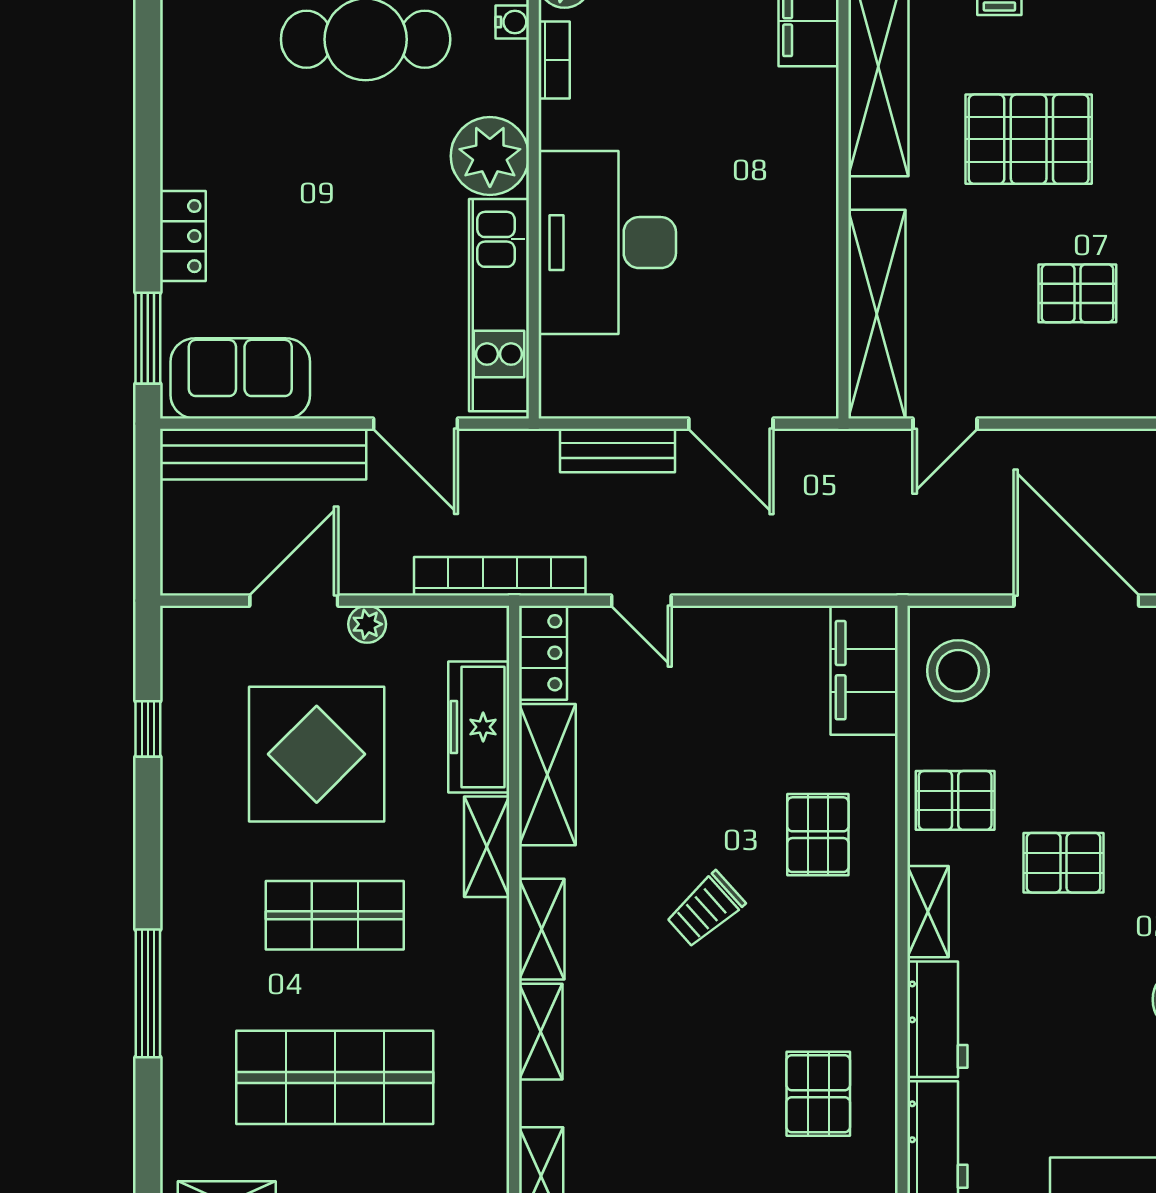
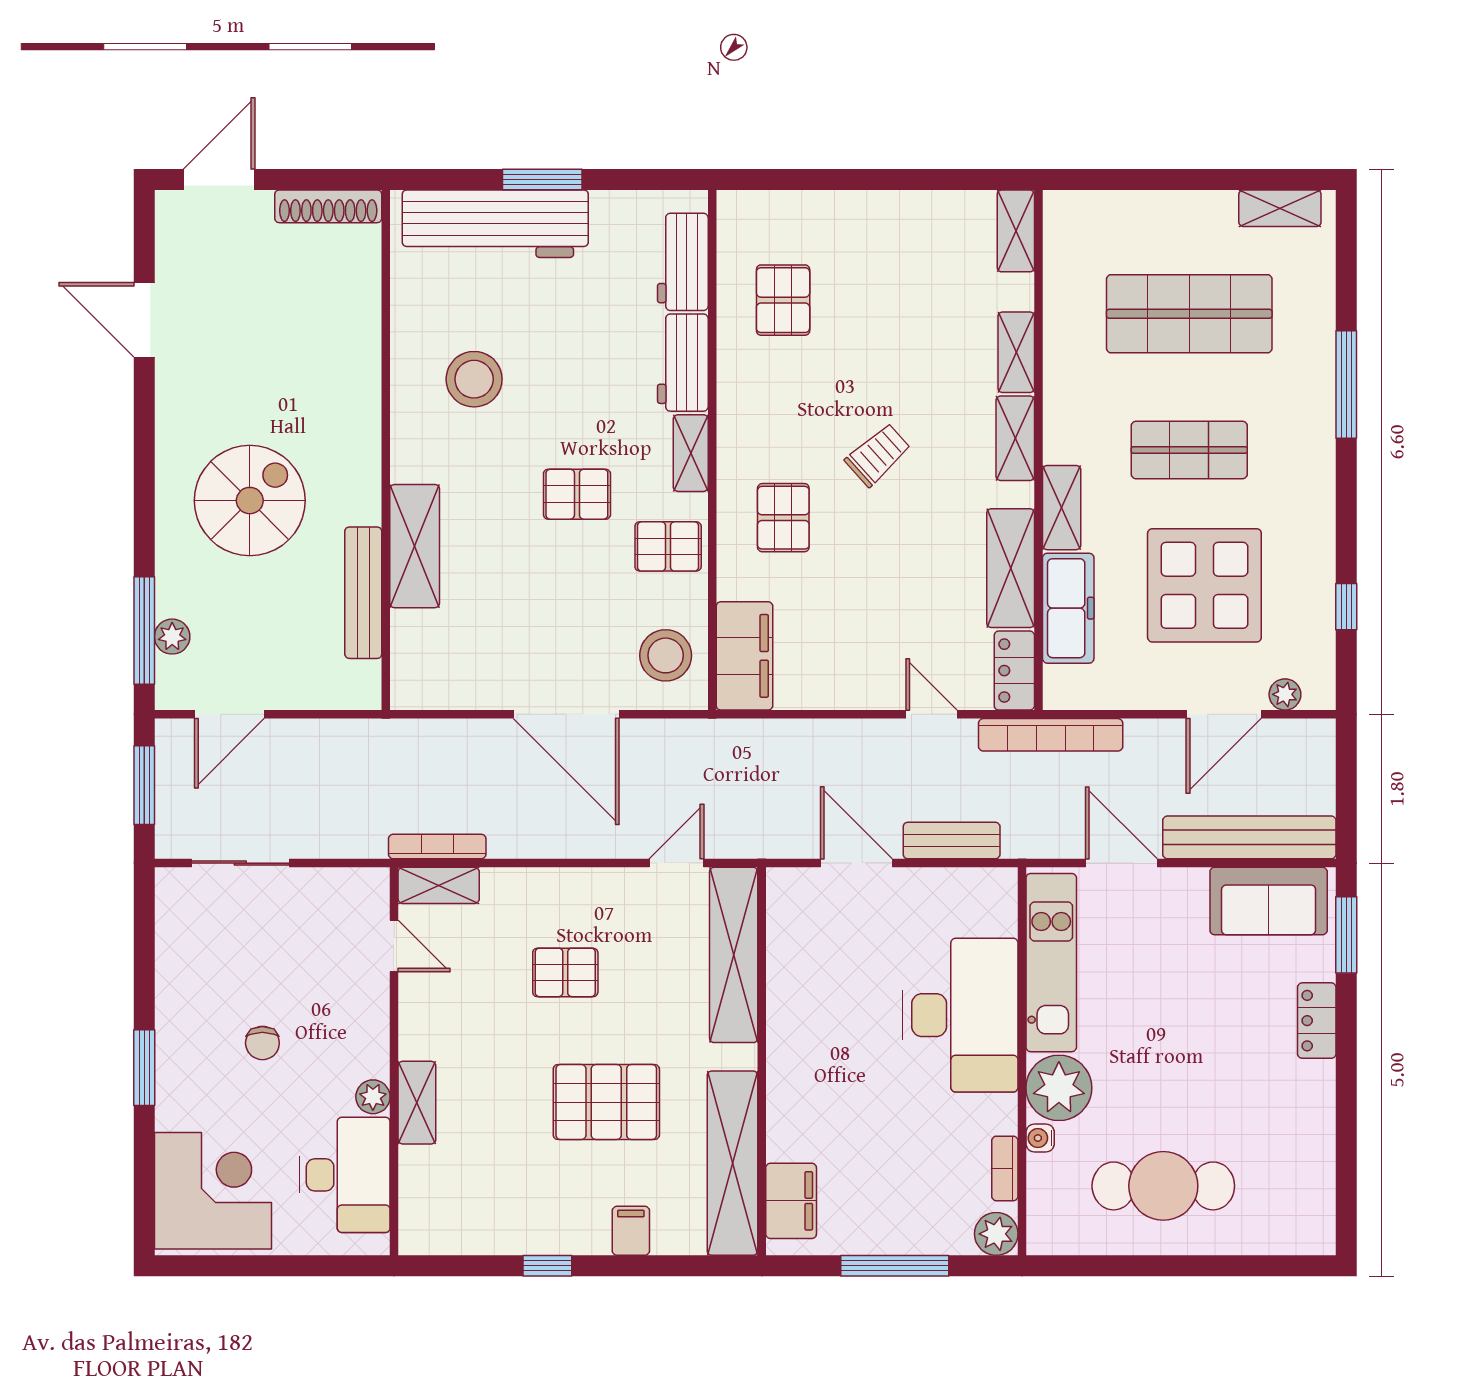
water cooler: (512, 22) -> (1040, 1138), moved
plant: (367, 624) -> (1285, 694), moved

